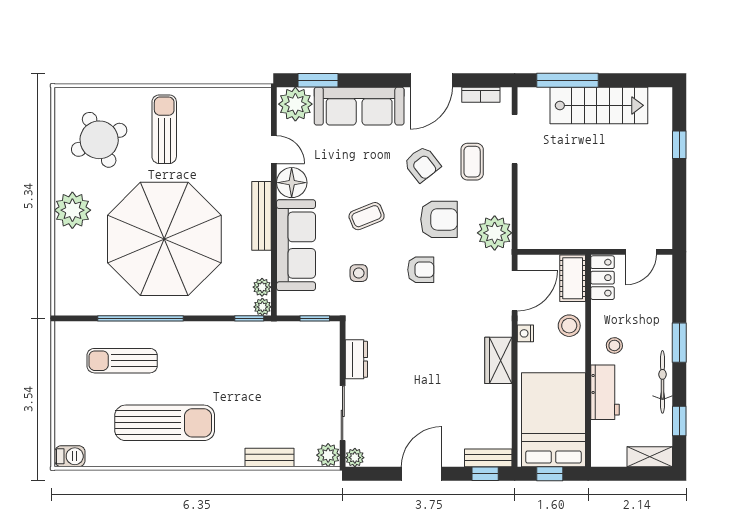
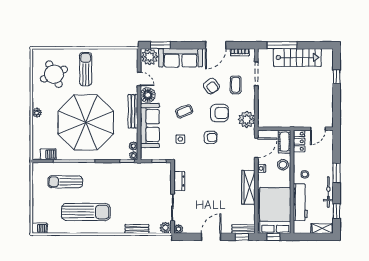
plant: (72, 210) -> (37, 113), width x0.53, depth x0.53
barbecue: (87, 304) -> (48, 154), added
wardrobe: (498, 360) -> (248, 187), width x1.50
workbench: (605, 392) -> (300, 202), width x1.38

